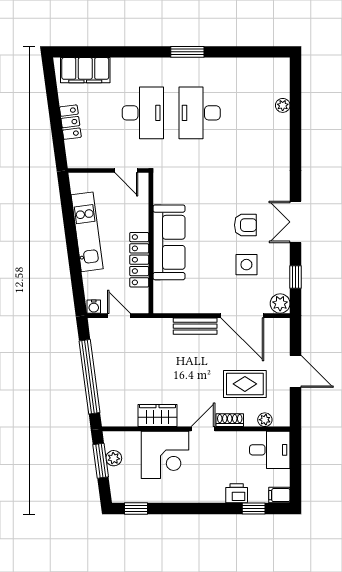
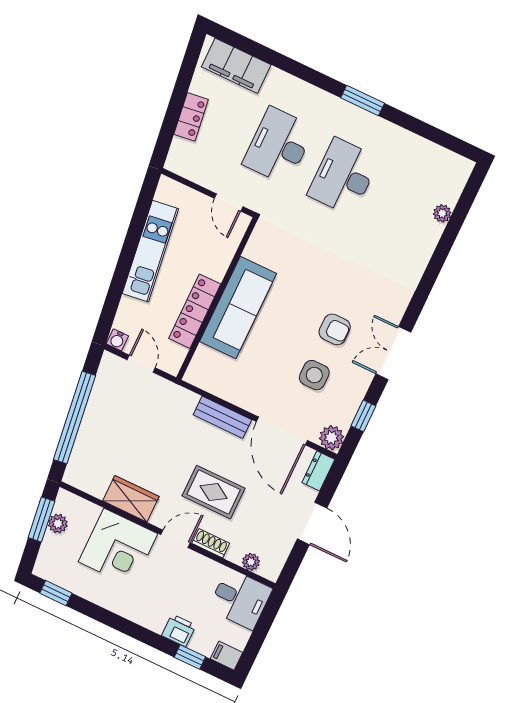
desk: (143, 113) -> (279, 146), turned 180
dresser: (282, 332) -> (318, 471), added
rug: (245, 384) -> (214, 492), moved

